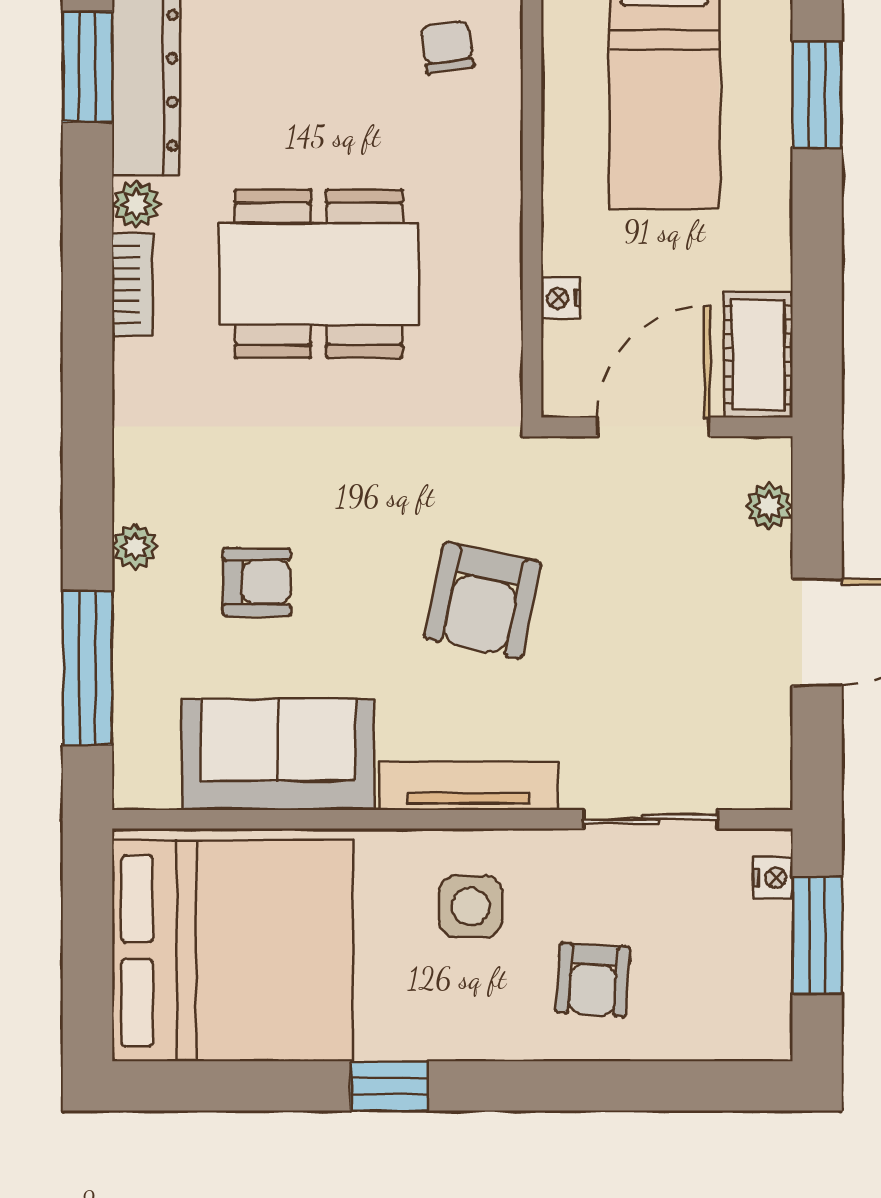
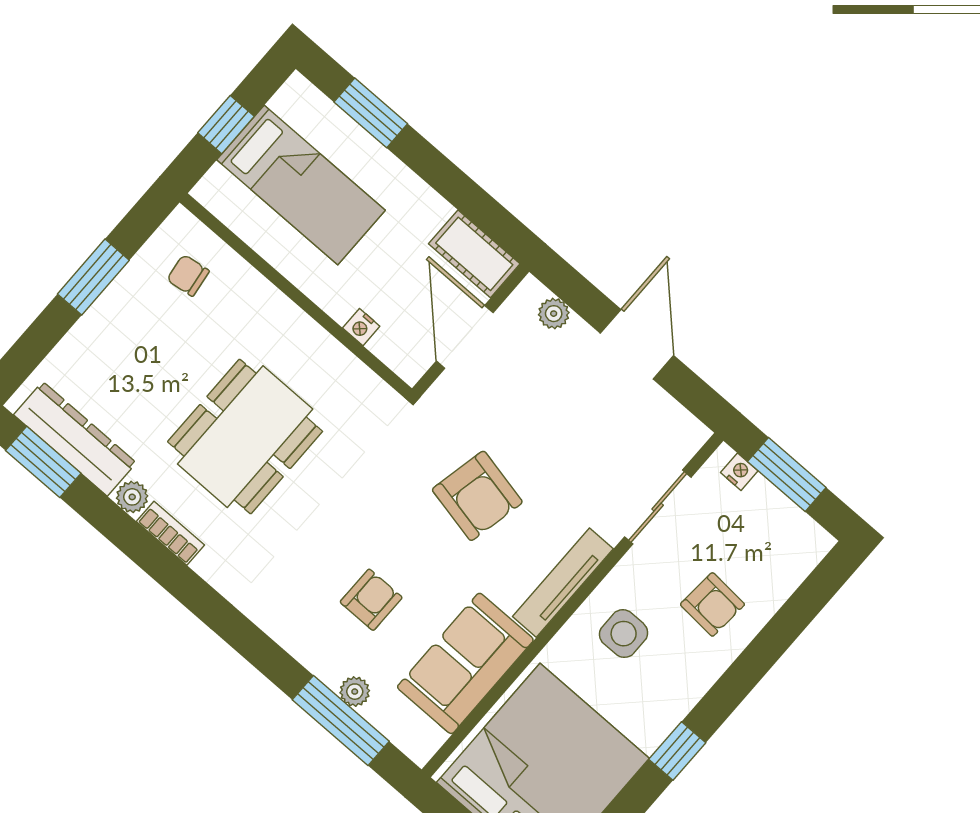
plant: (135, 547) -> (355, 692), moved

